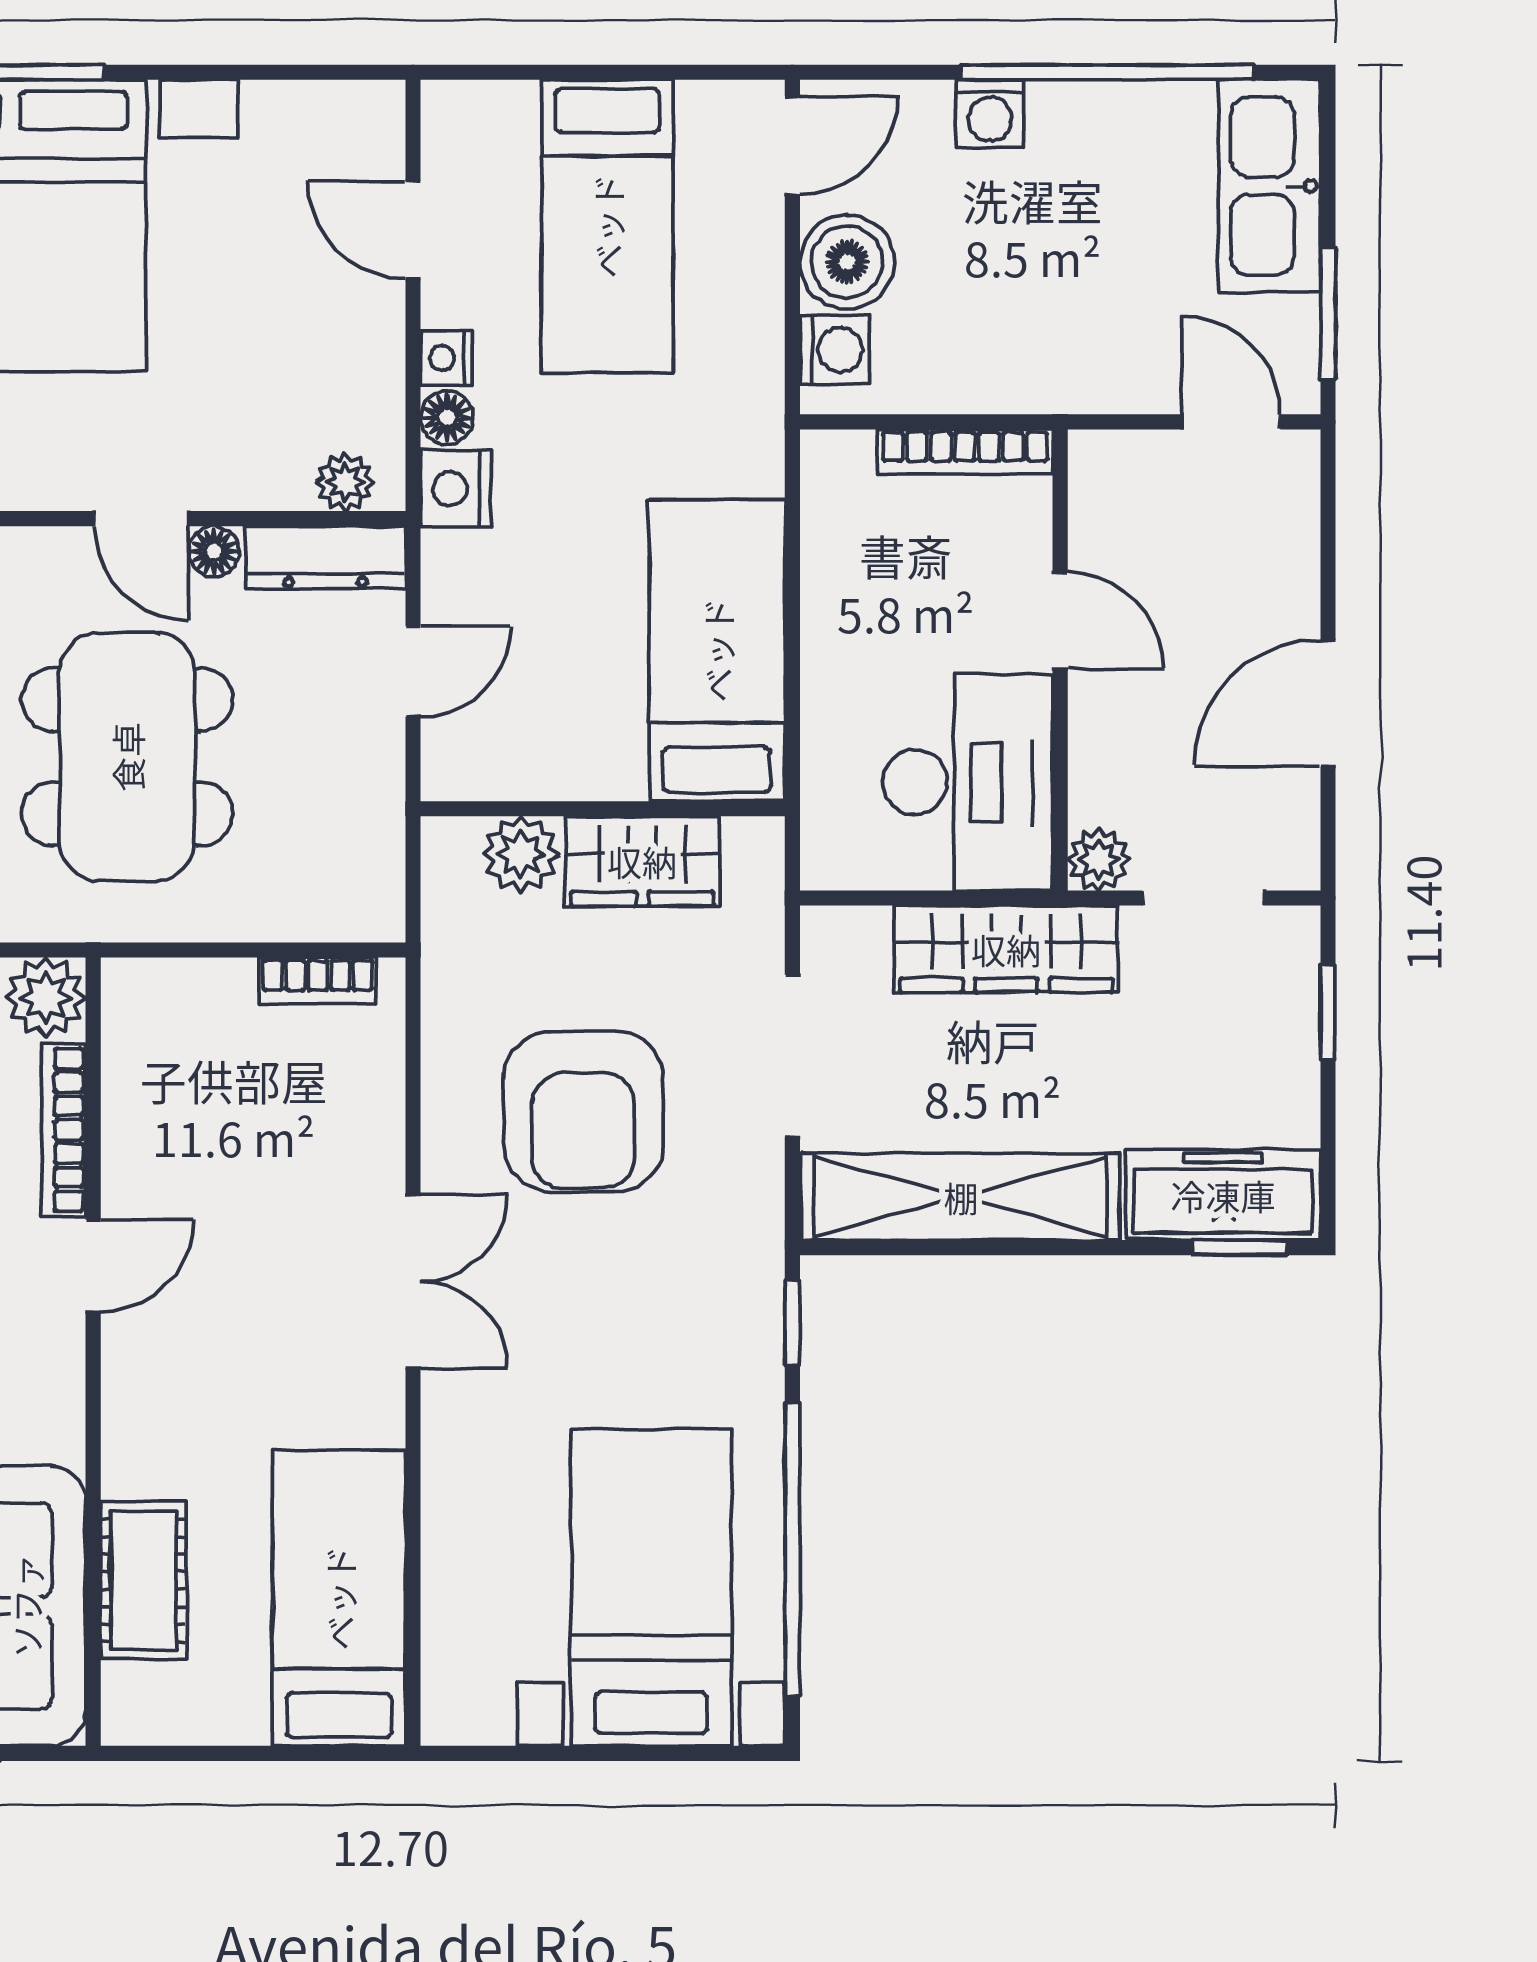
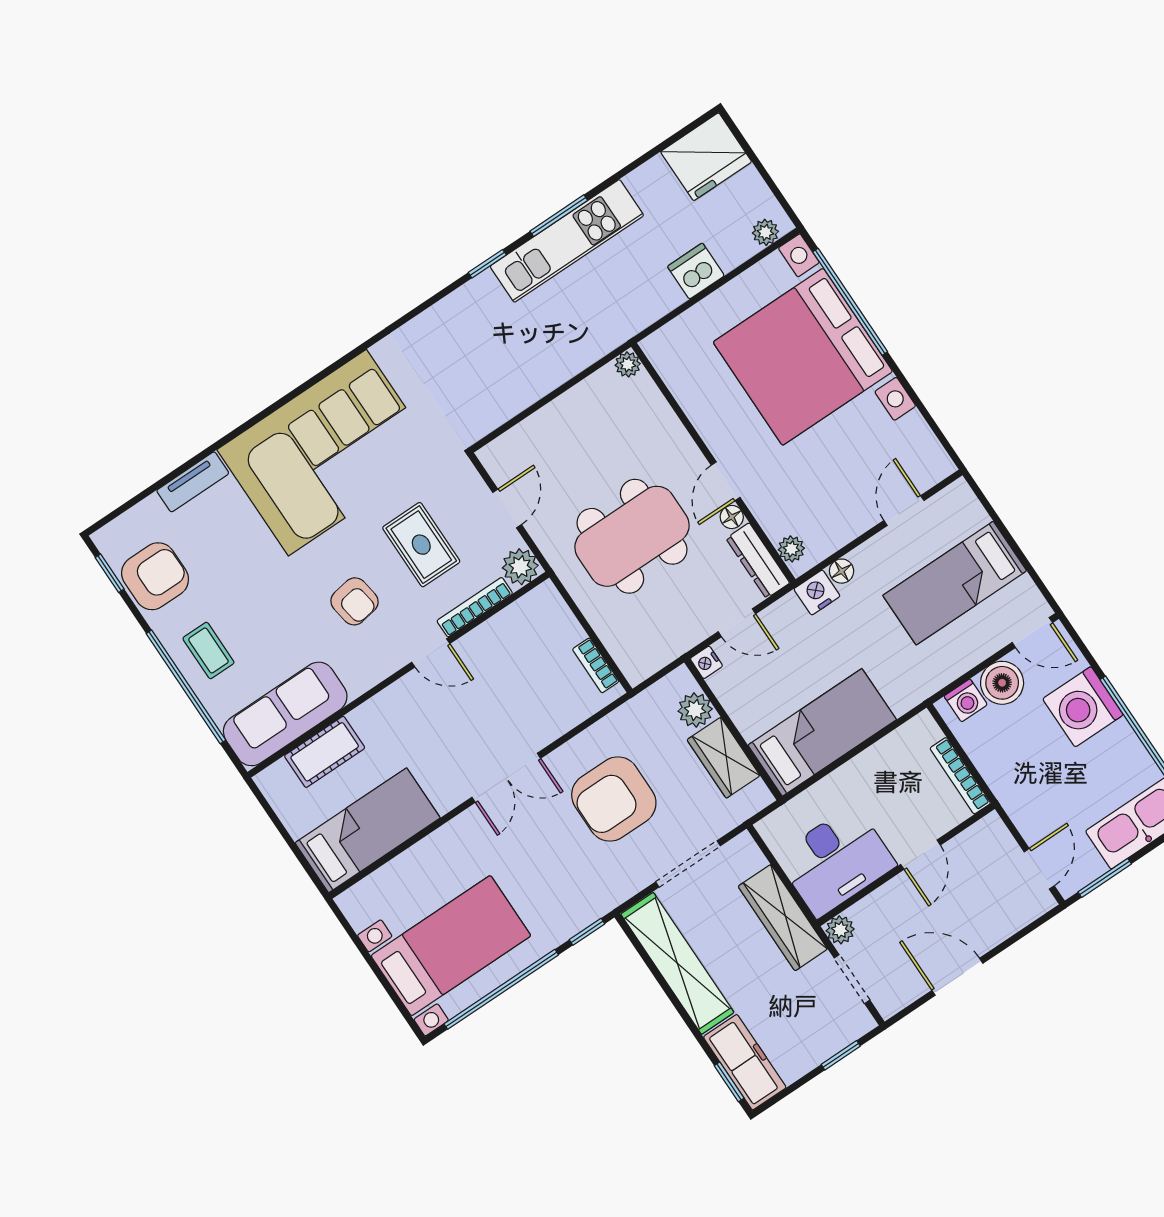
washing machine: (990, 114) -> (1083, 707), width x1.89, depth x1.89
nightstand: (446, 358) -> (706, 662), moved, turned -90

